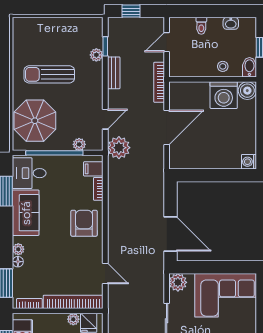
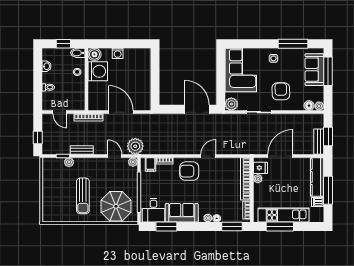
plant: (79, 144) -> (133, 162), moved
washing machine: (249, 162) -> (118, 53), moved
door: (170, 234) -> (197, 109), hinge flipped
door: (105, 274) -> (208, 156), moved

